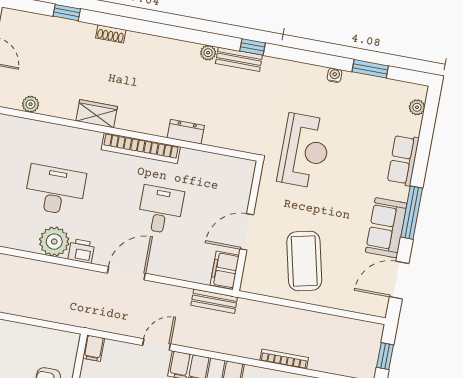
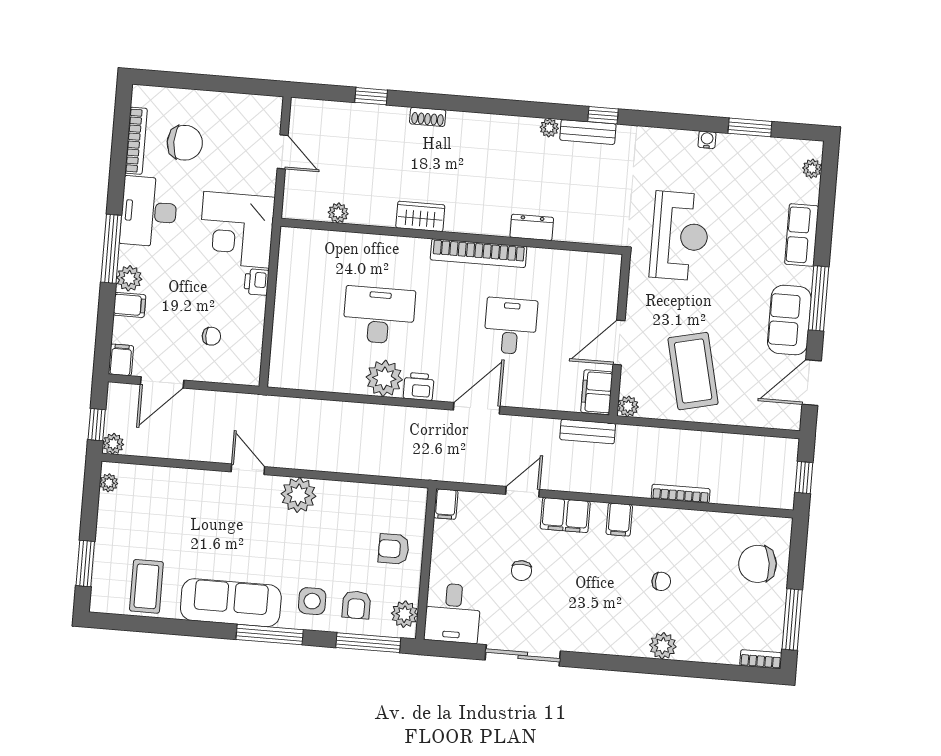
plant: (249, 284) -> (628, 406), added

